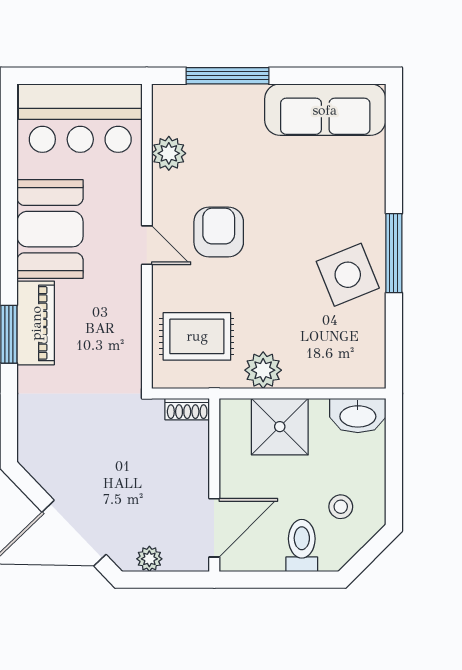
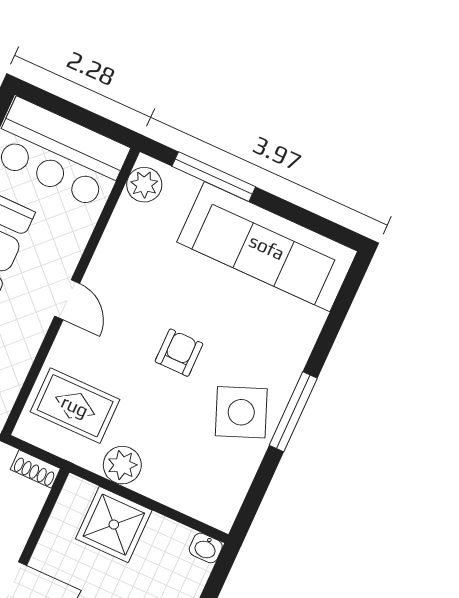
sofa: (325, 110) -> (267, 247), width x1.36, depth x1.27
plant: (169, 153) -> (144, 185), moved
armchair: (219, 232) -> (179, 353), moved, width x0.72, depth x0.72
washbasin: (358, 415) -> (206, 548), width x0.52, depth x0.69

